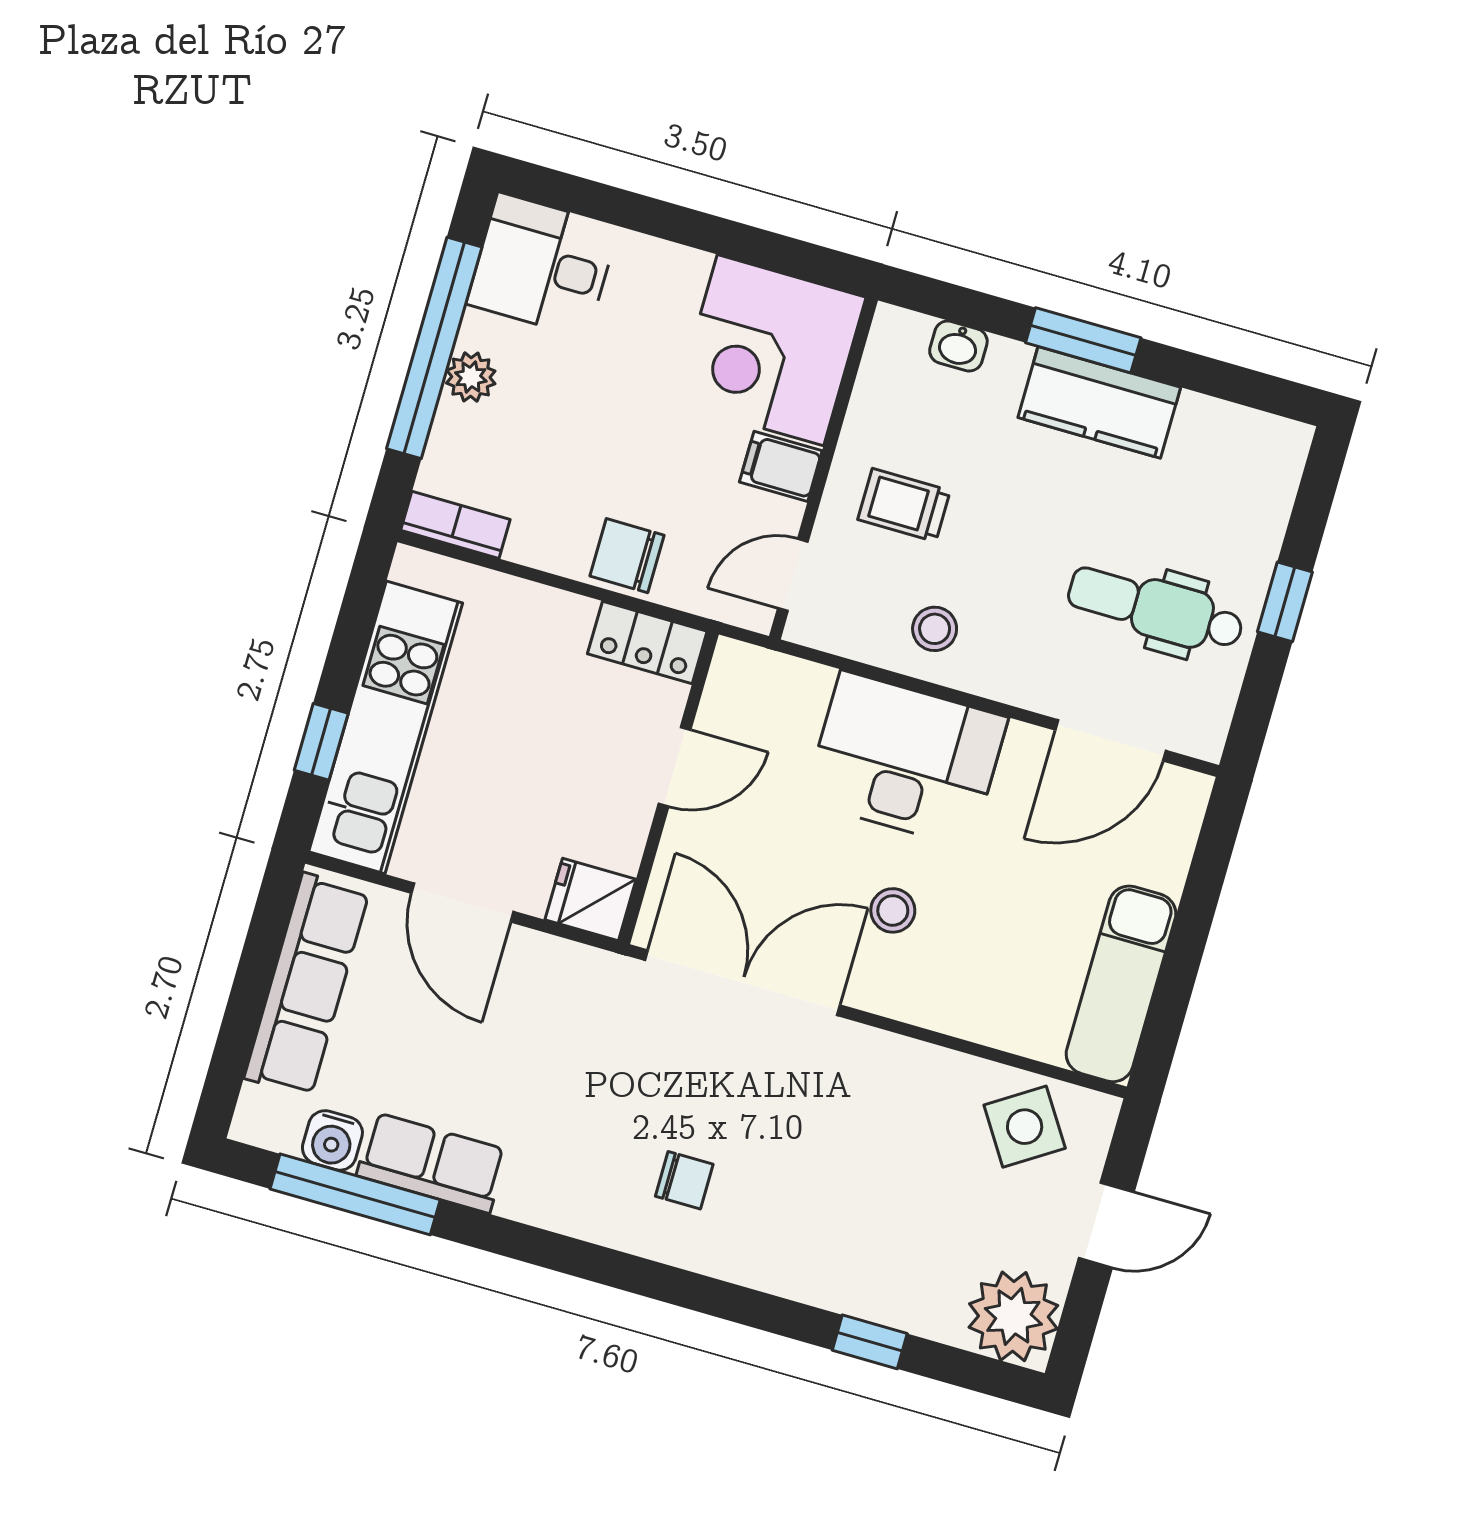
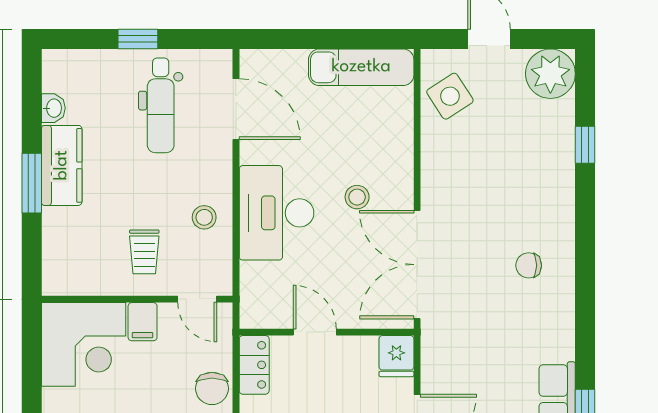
washbasin: (958, 346) -> (53, 108), moved
chair: (684, 1180) -> (529, 265), turned -90

